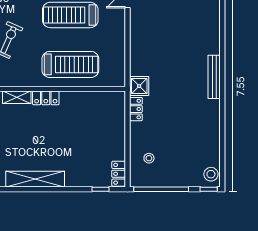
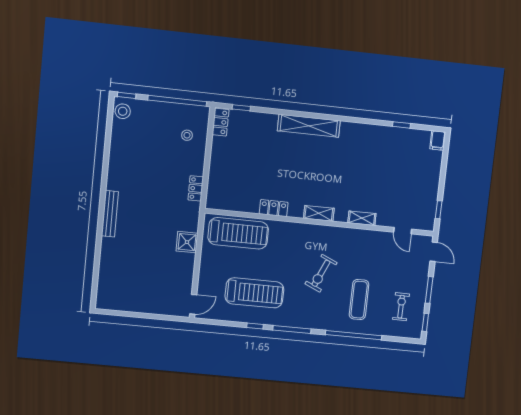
treadmill: (70, 64) -> (238, 233), moved, turned 180
shower: (139, 86) -> (187, 242), moved
locker: (46, 98) -> (274, 208), moved

